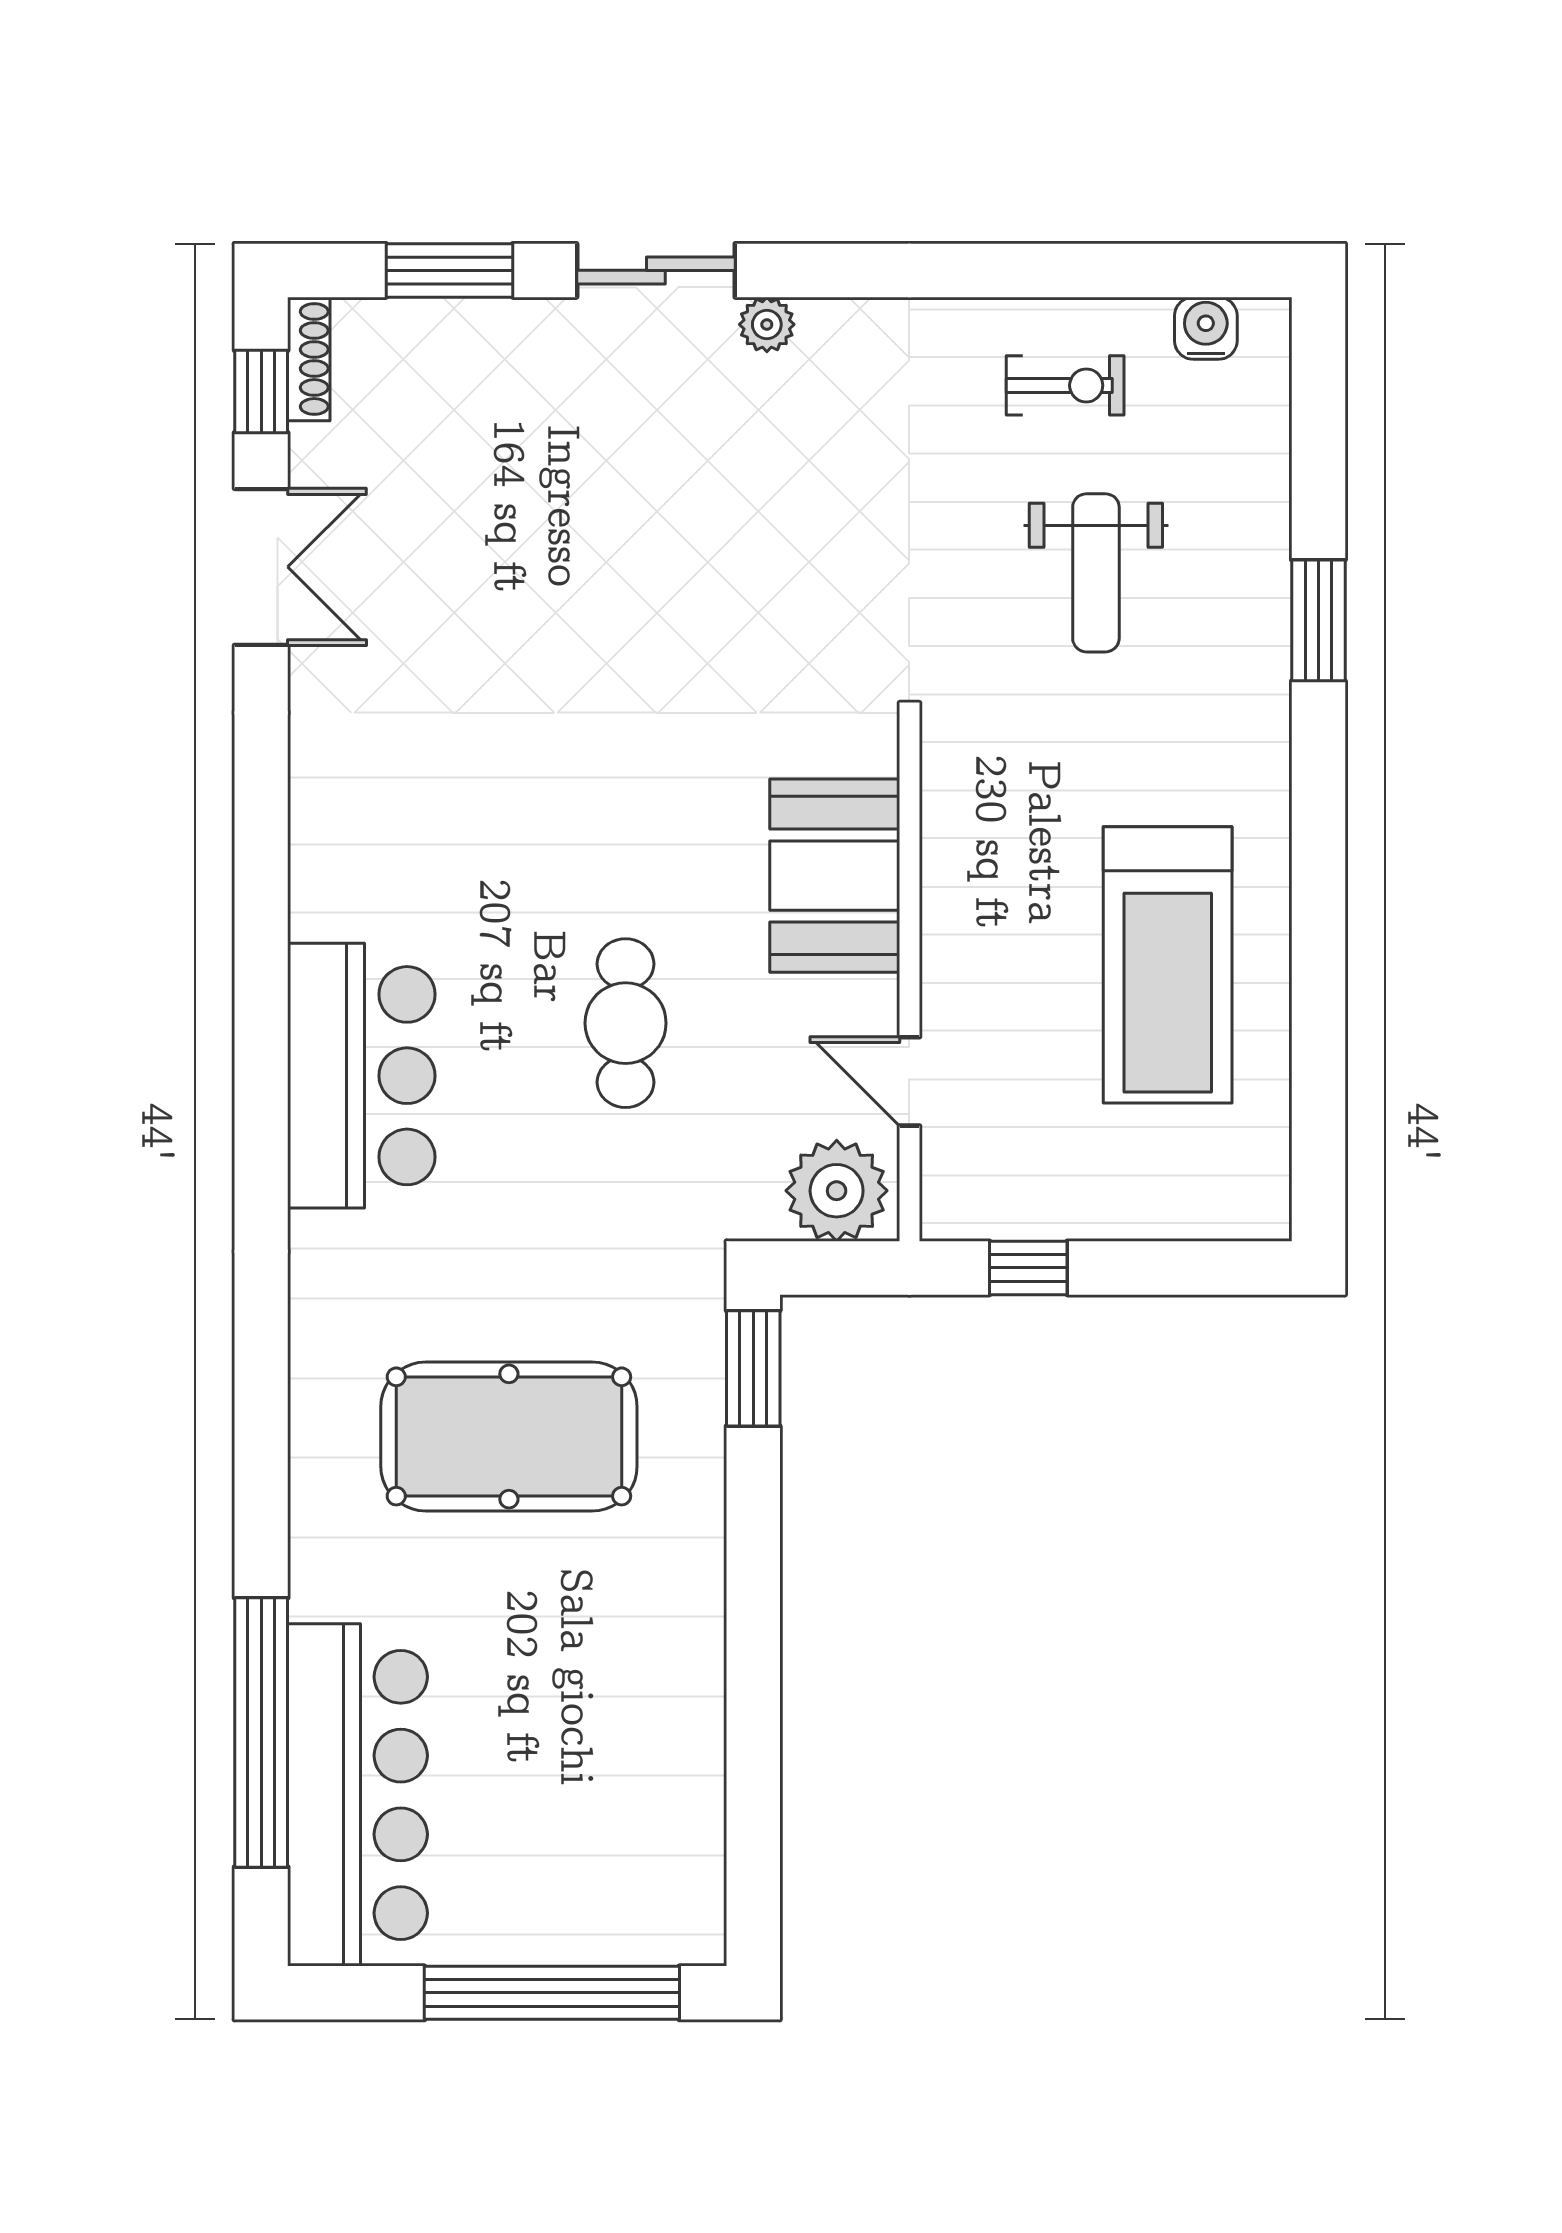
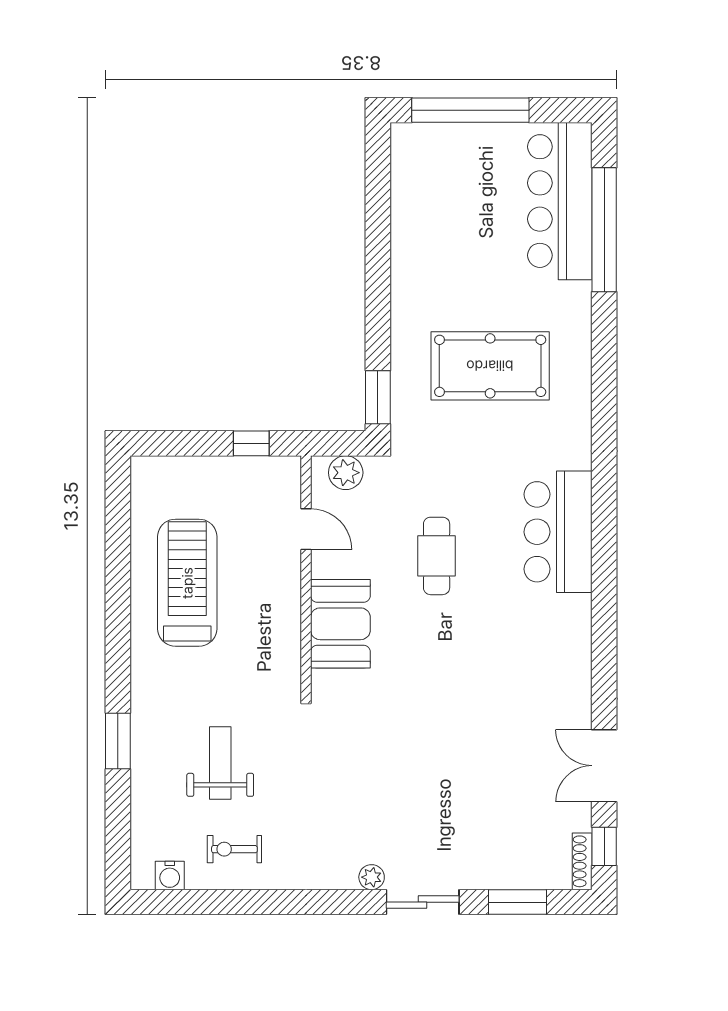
plant: (837, 1191) -> (346, 473), width x0.73, depth x0.73

